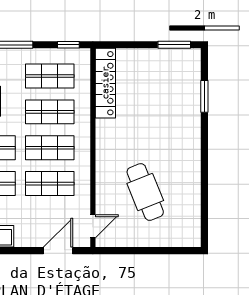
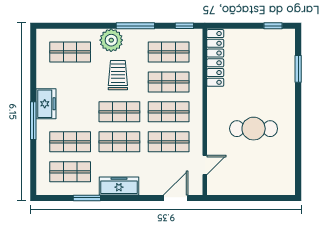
window: (174, 45) -> (273, 26), width x0.67
cafe table: (145, 192) -> (254, 129), moved, turned -68
door: (93, 226) -> (205, 165), moved

